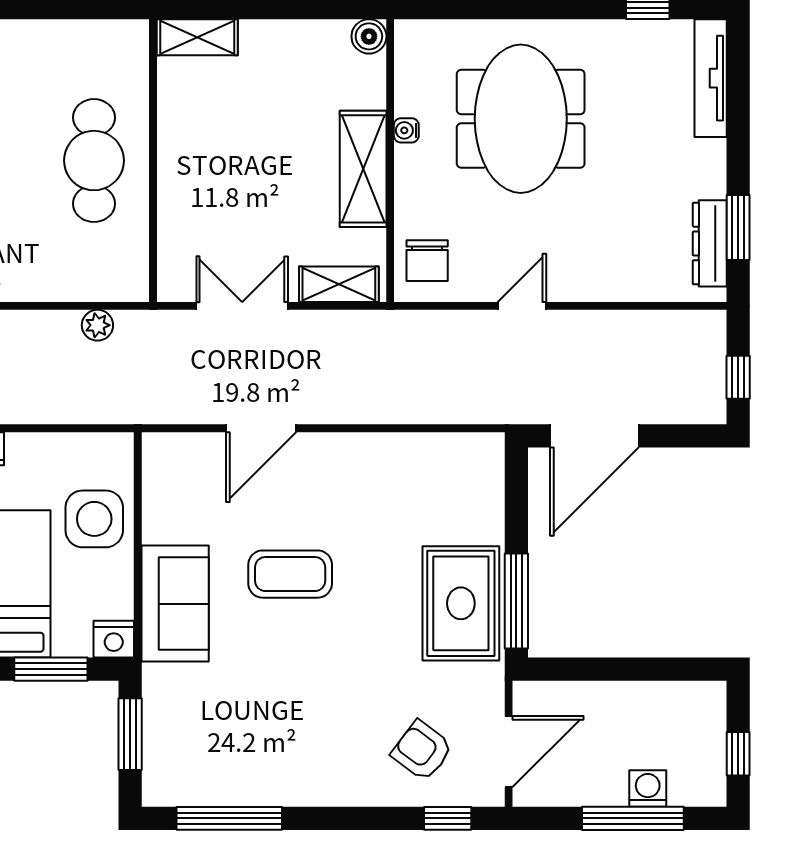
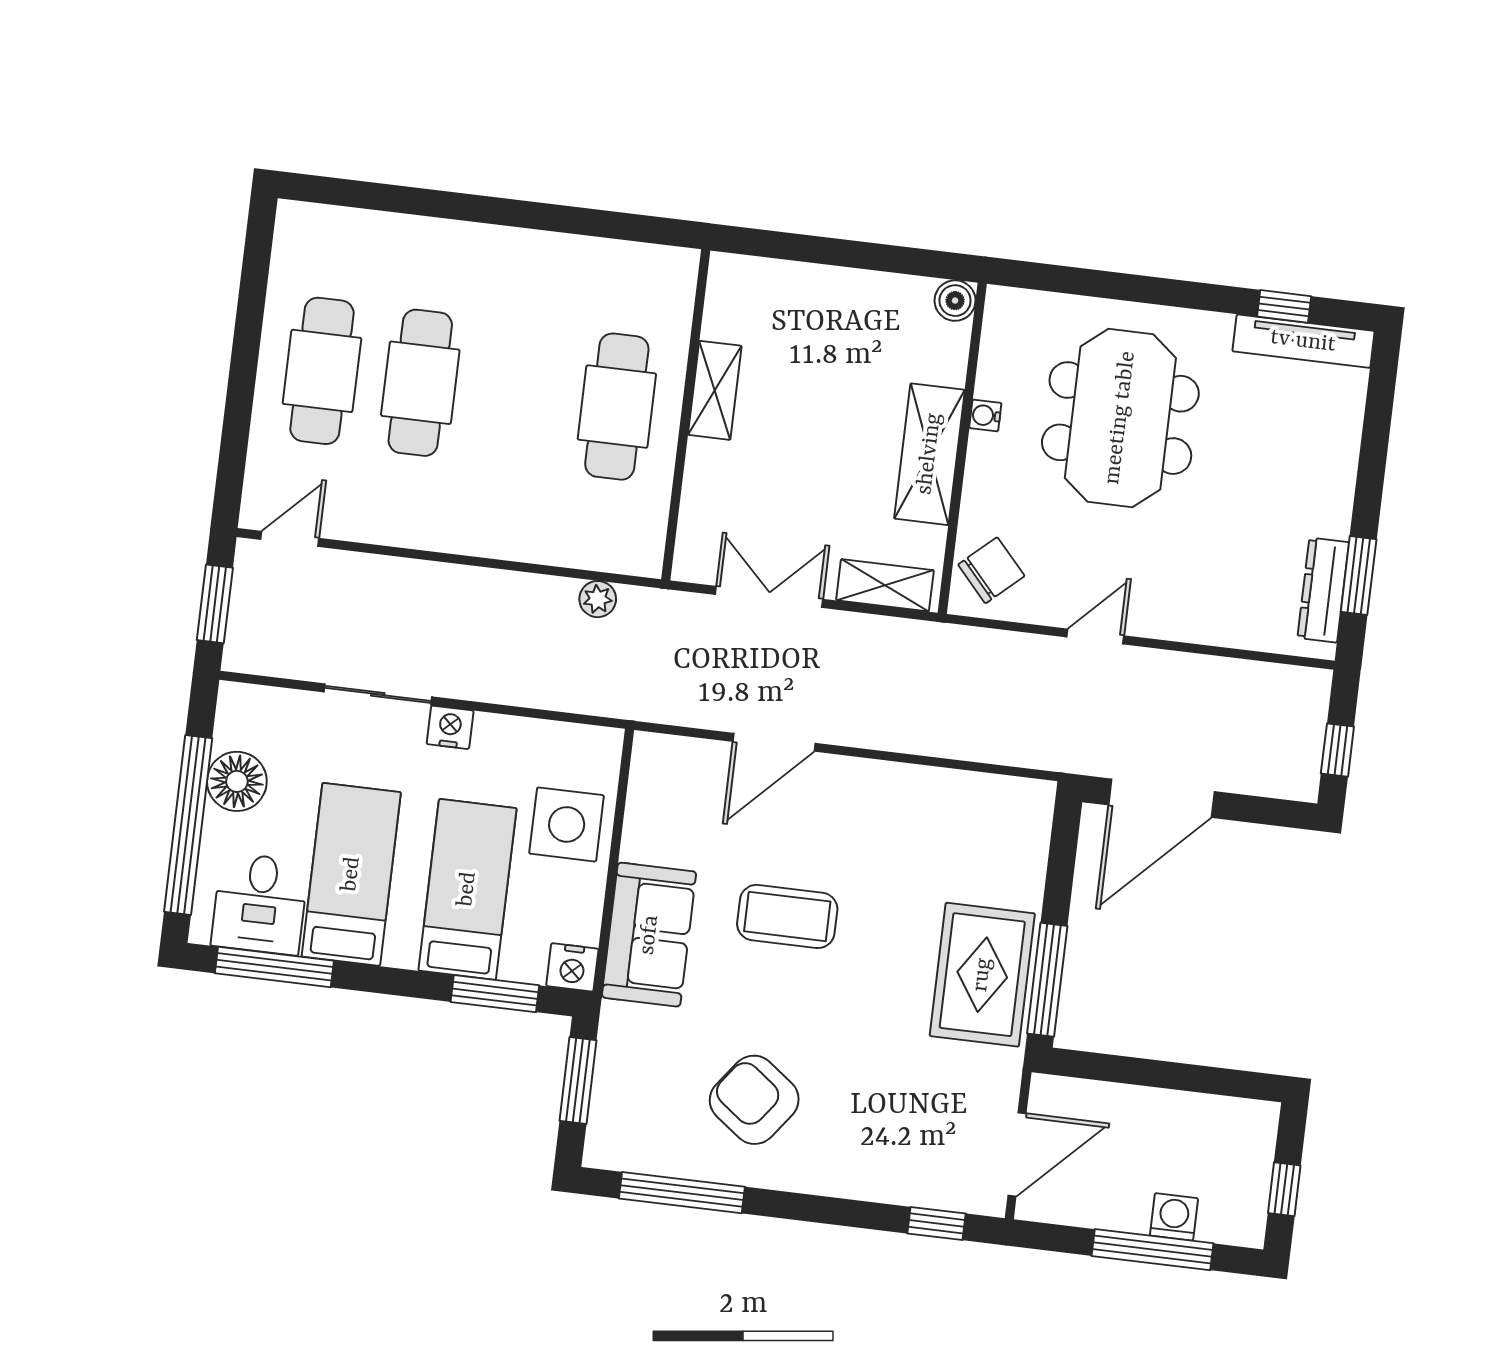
shelving: (197, 37) -> (715, 390), moved, turned 90
tv unit: (711, 78) -> (1303, 341), moved, turned -90
chair: (427, 261) -> (991, 570), turned -132
armchair: (422, 751) -> (754, 1100), moved, width x1.38, depth x1.38

